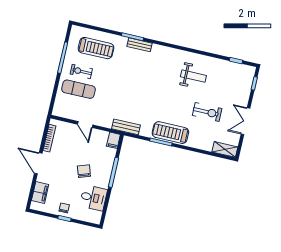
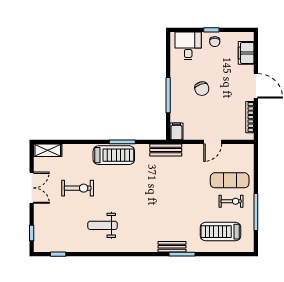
exercise bike: (207, 112) -> (78, 188), turned 180
door: (85, 125) -> (213, 142), swing flipped
desk: (93, 198) -> (188, 46), moved, turned 90

